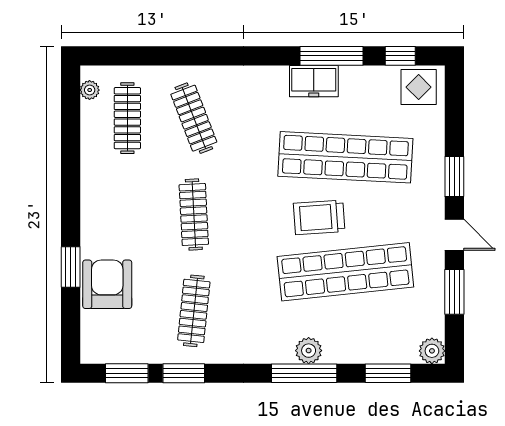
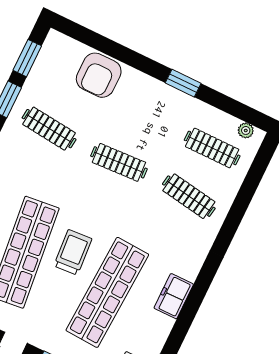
window: (331, 56) -> (186, 318), removed
clothes rail: (194, 118) -> (189, 196), turned 30
window: (71, 267) -> (183, 83), moved
armchair: (107, 284) -> (99, 75), turned 90

